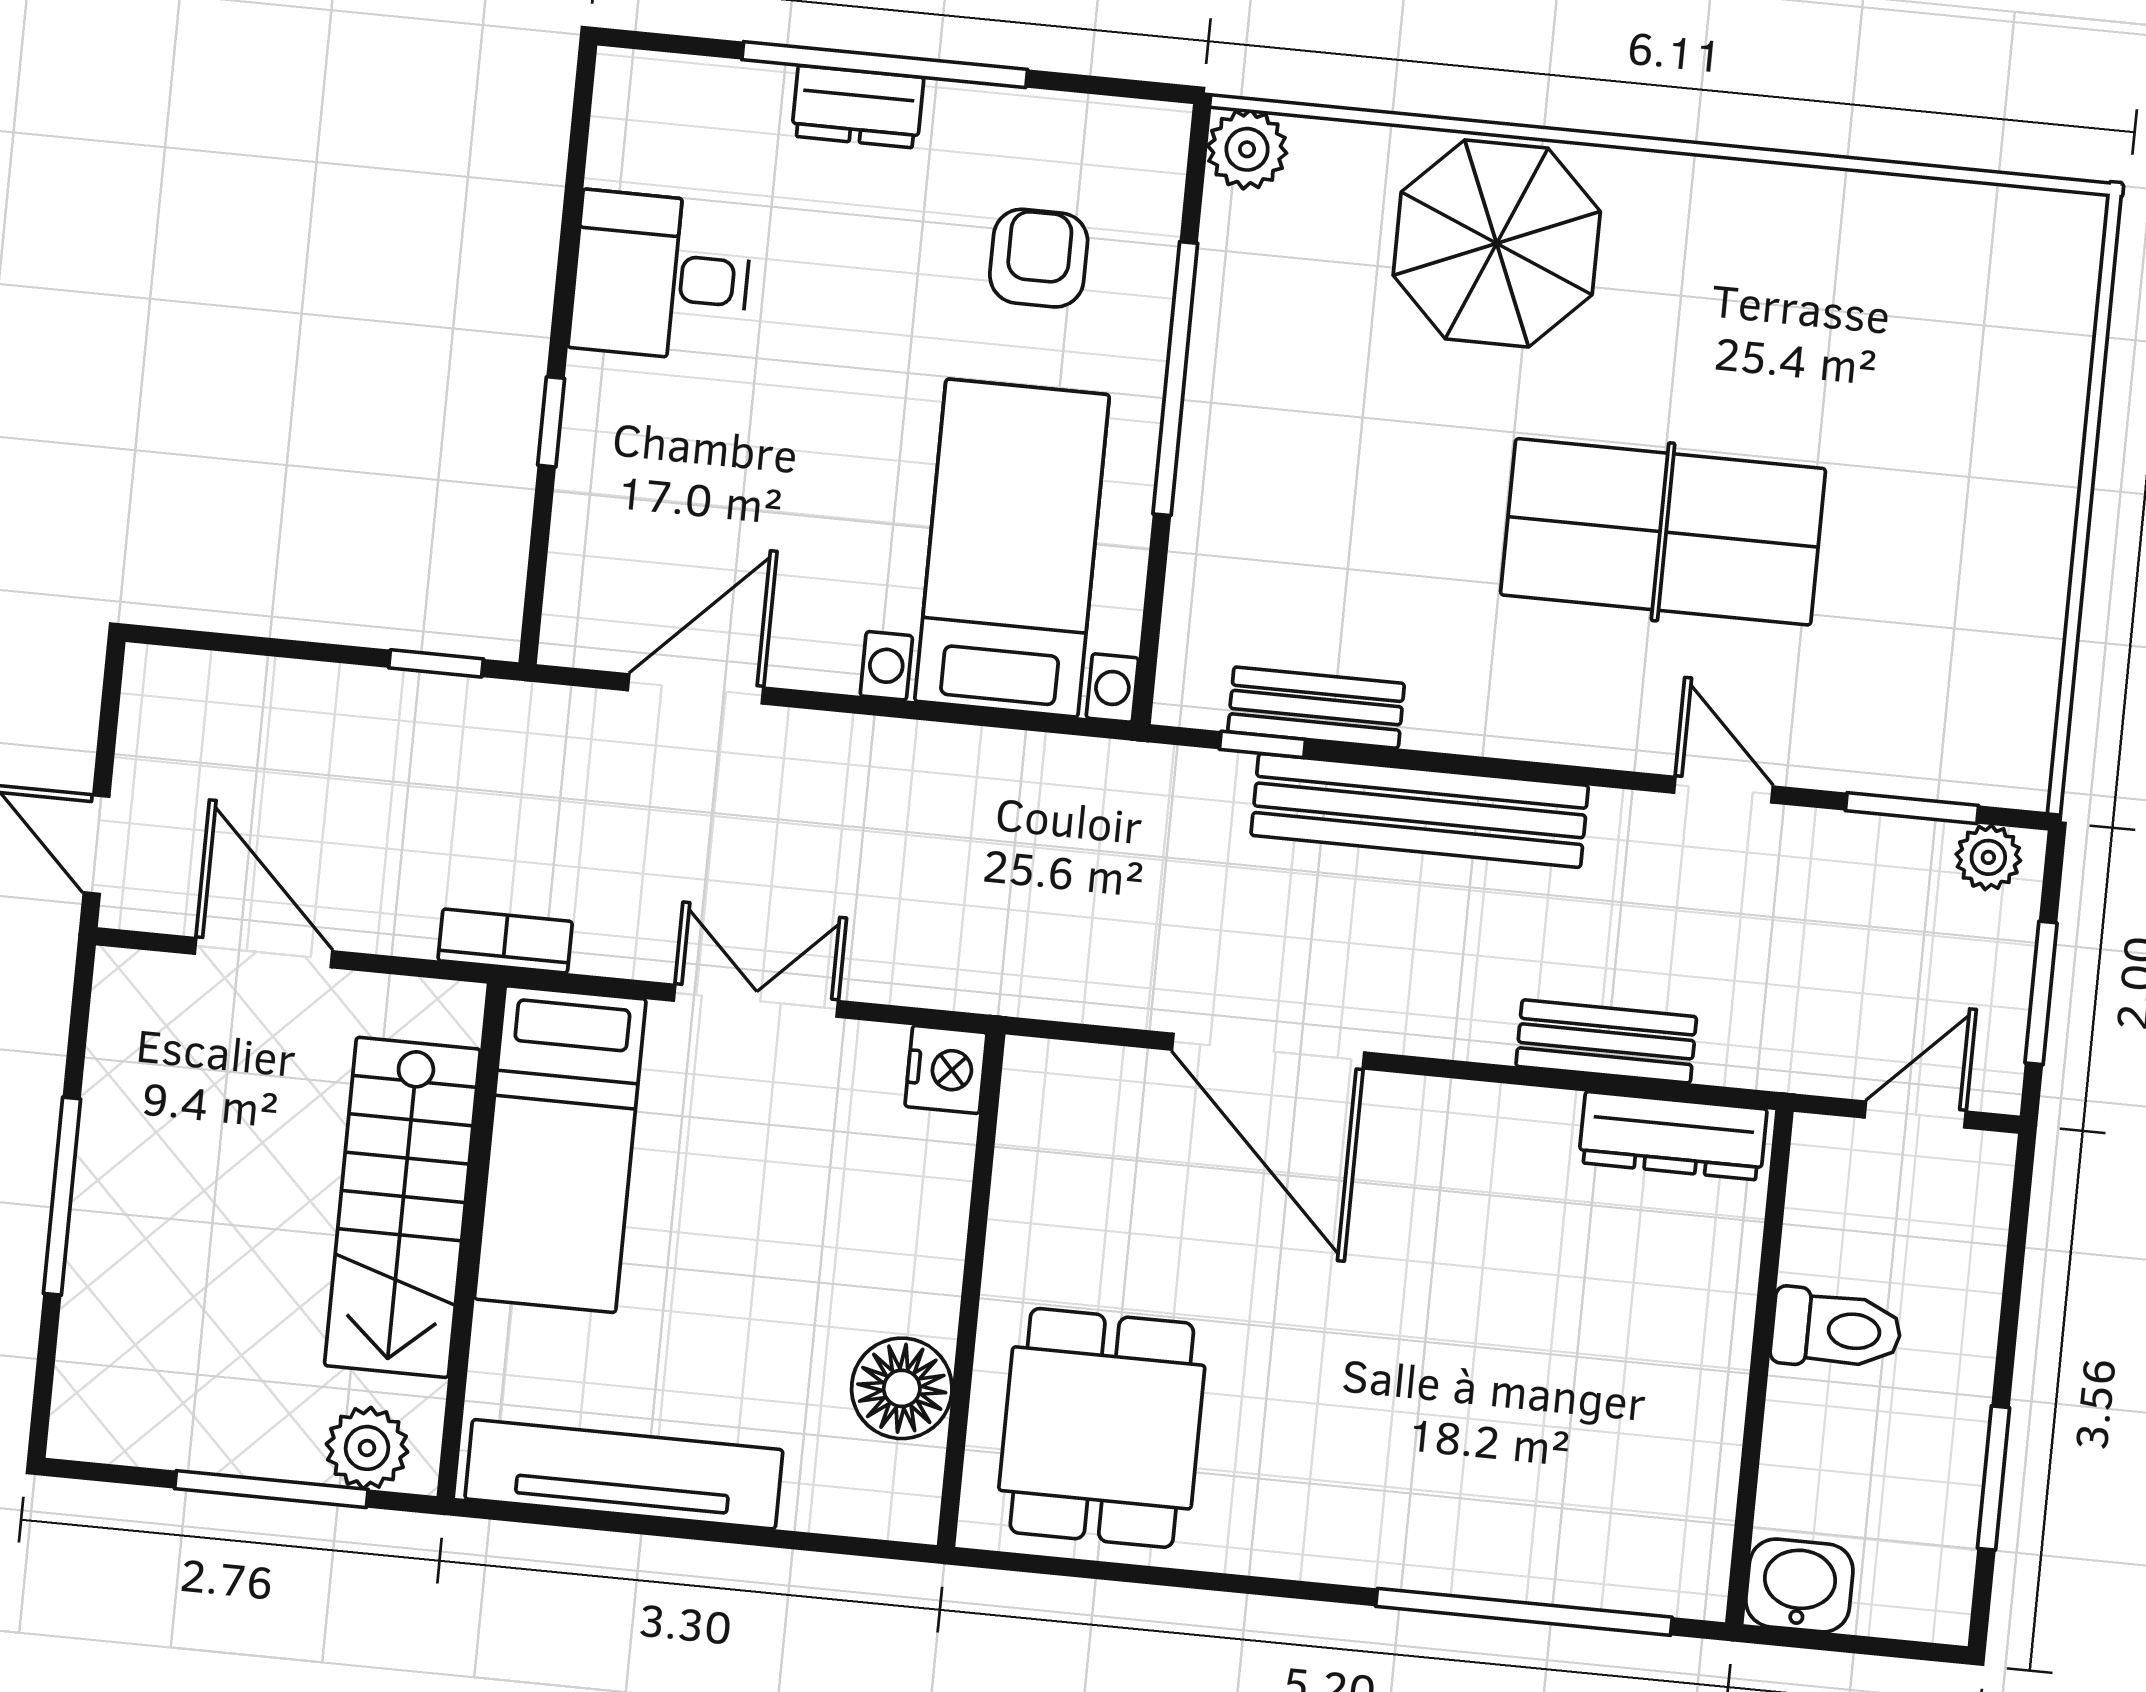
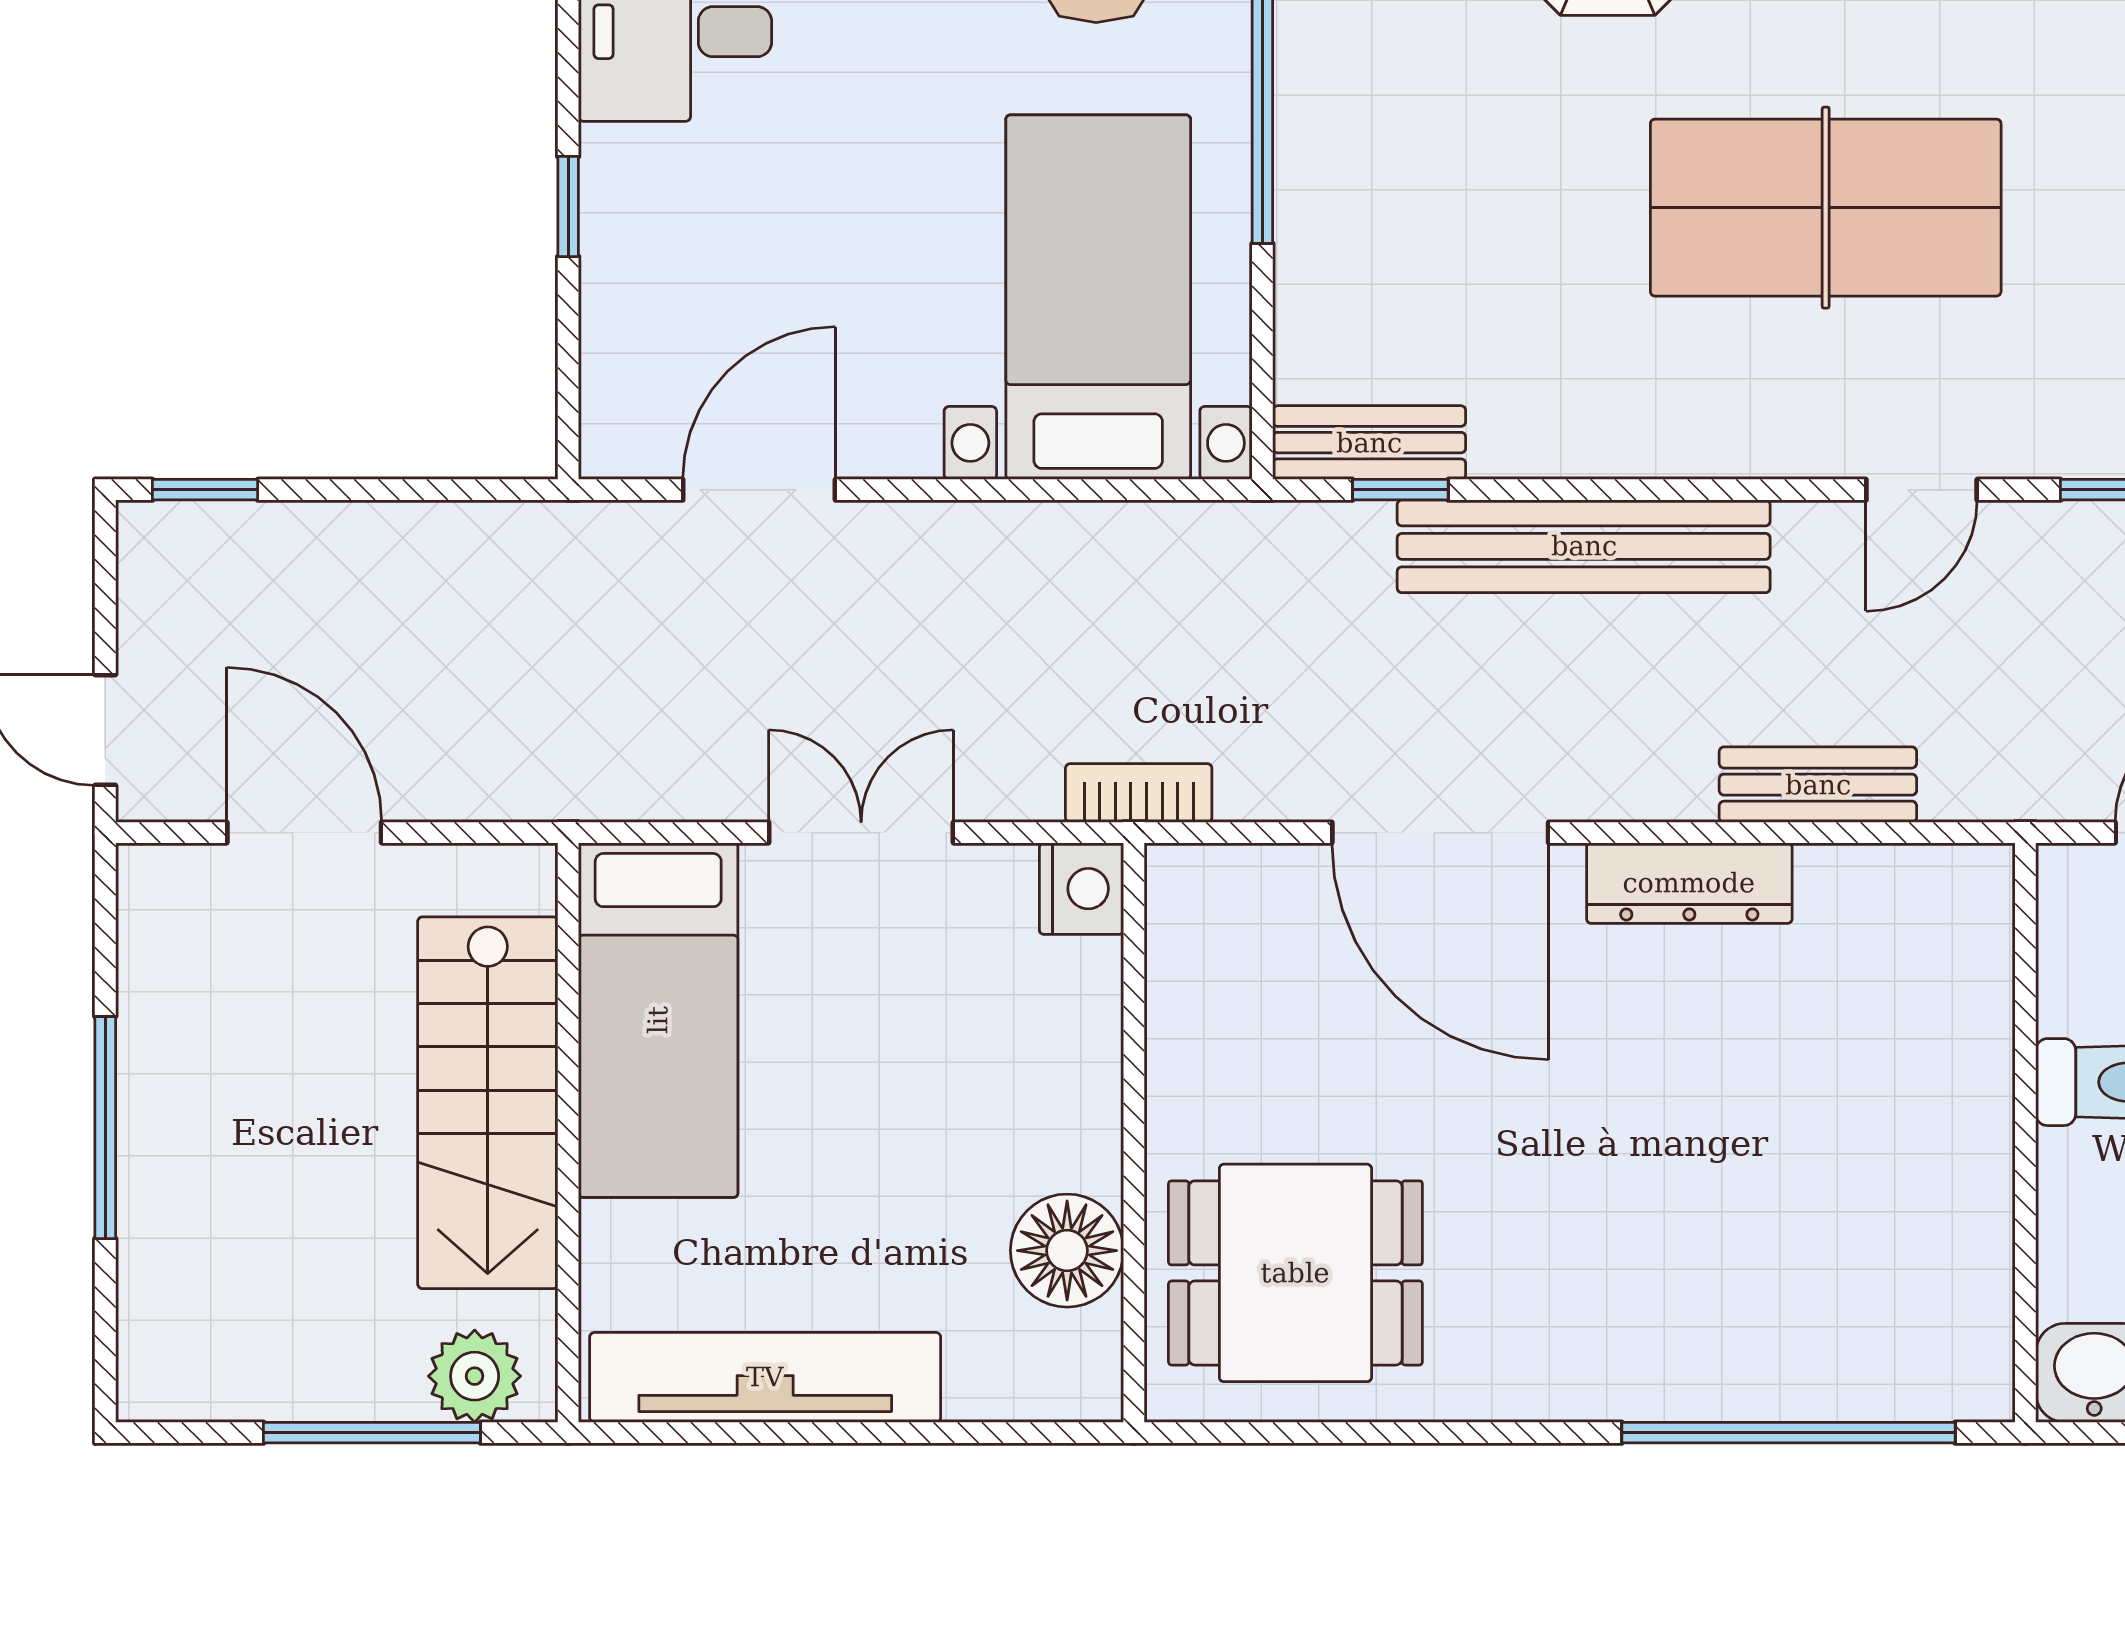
window: (436, 663) -> (205, 490), moved
bench: (1316, 708) -> (1369, 443), moved
door: (1723, 790) -> (1922, 490), swing flipped
bookcase: (505, 941) -> (1139, 793), moved
dresser: (1673, 1136) -> (1689, 883), moved
dining table: (1102, 1428) -> (1295, 1273), turned 90

